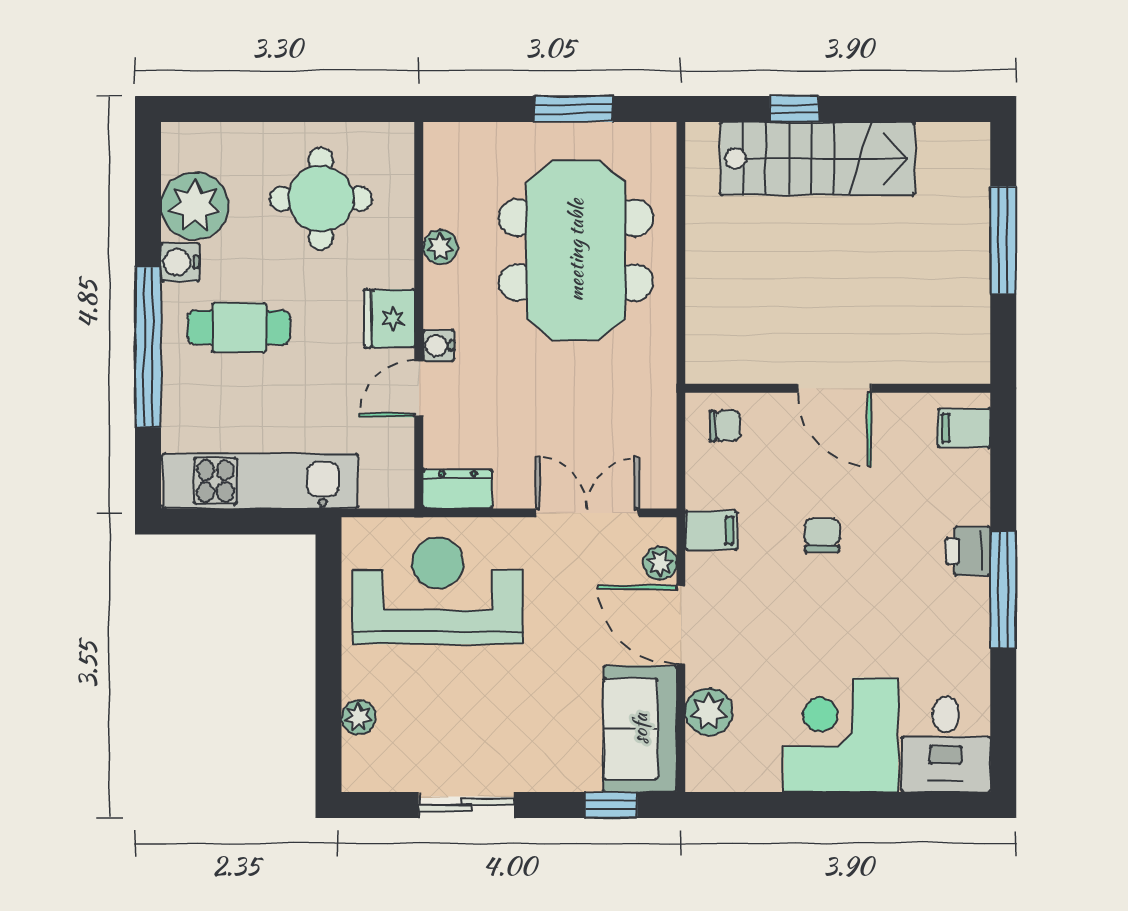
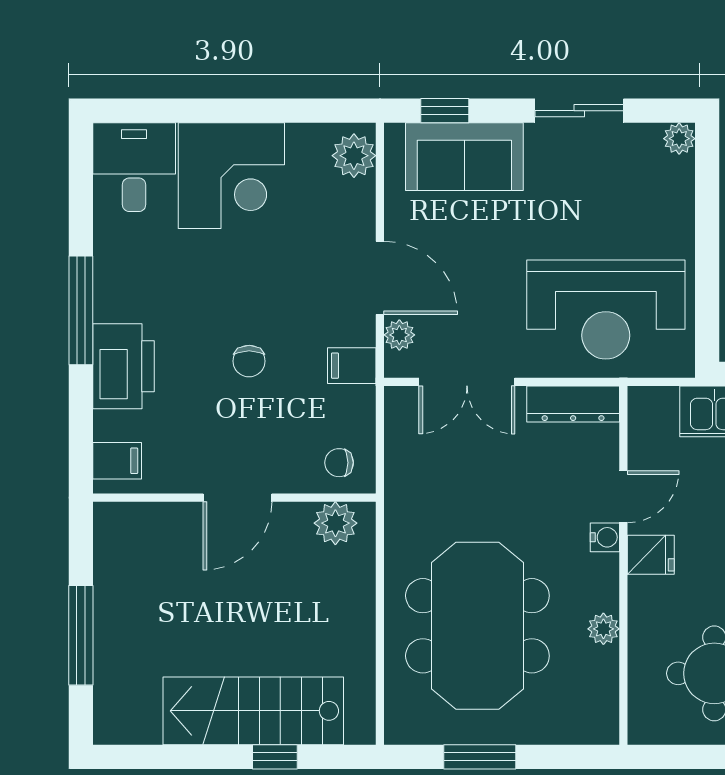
fridge: (389, 319) -> (651, 555), width x0.72
plant: (729, 361) -> (335, 523), added
door: (834, 388) -> (237, 498), swing flipped
dresser: (458, 489) -> (573, 404), width x1.44
printer: (968, 551) -> (123, 366), width x1.87, depth x1.48
plant: (709, 712) -> (354, 156), moved
plant: (359, 717) -> (679, 139), moved
sofa: (640, 729) -> (464, 157), moved, turned 90

